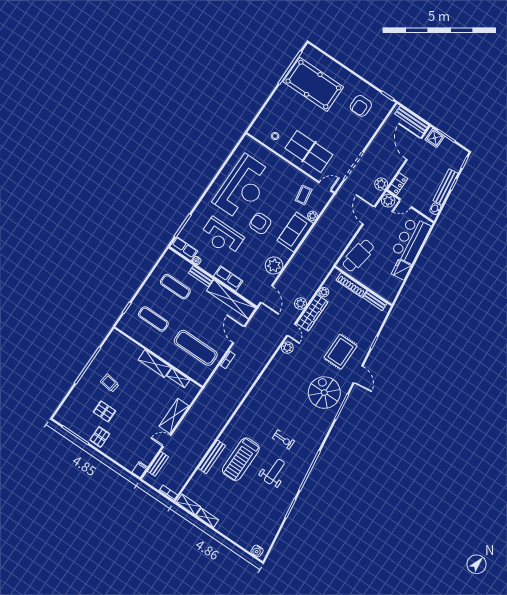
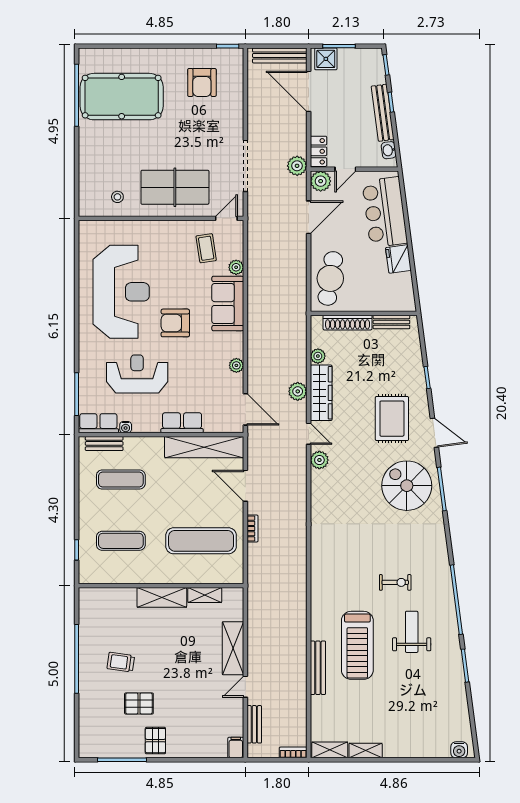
door: (369, 215) -> (309, 217), swing flipped
reception desk: (222, 237) -> (137, 374), turned 180
plant: (274, 265) -> (236, 365), width x0.53, depth x0.53
bench: (201, 276) -> (104, 443), moved

